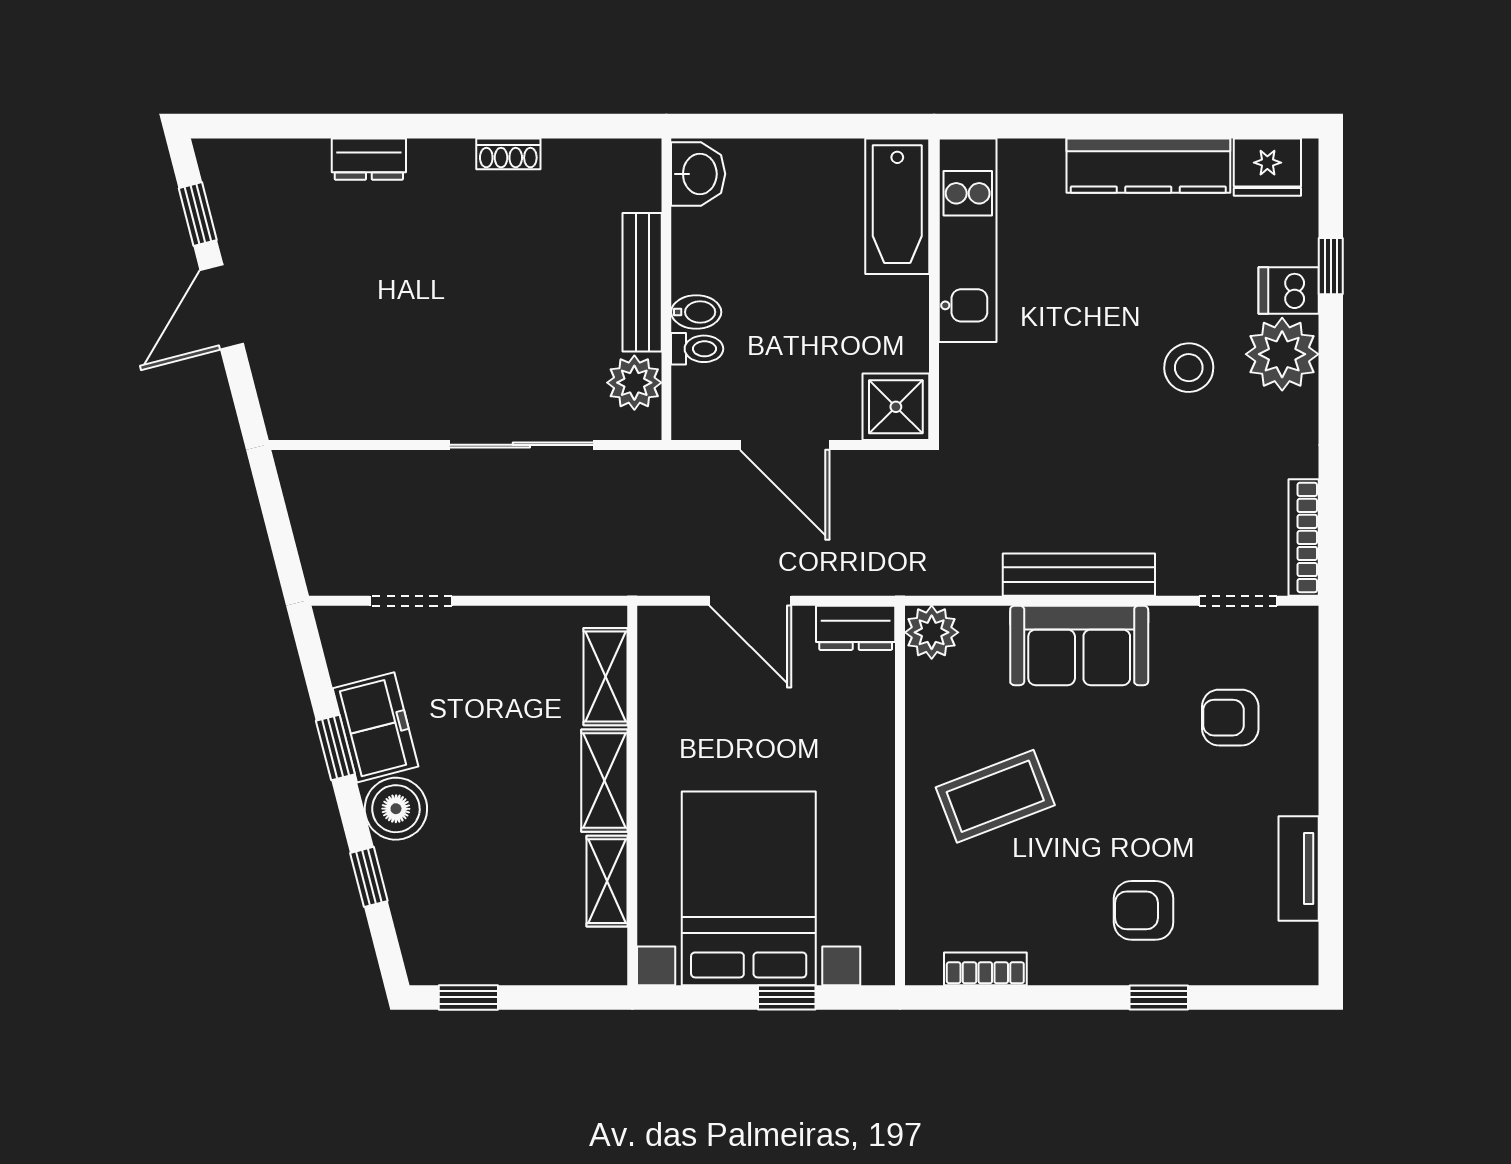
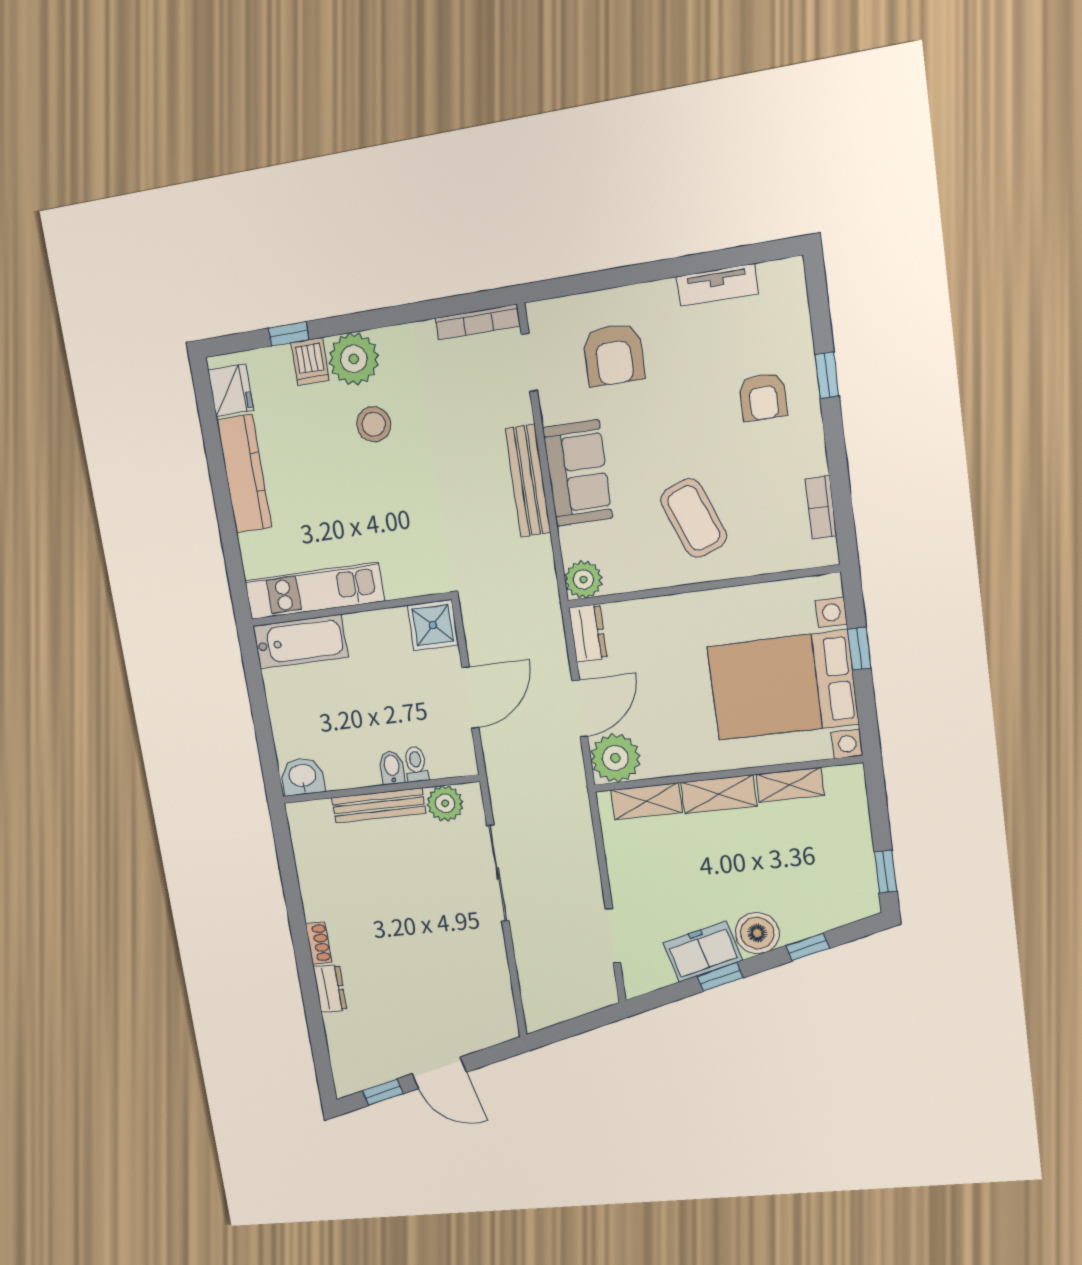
shoe rack: (508, 154) -> (319, 943), moved
plant: (673, 641) -> (615, 758), added
armchair: (1230, 718) -> (614, 355), width x1.38, depth x1.38

